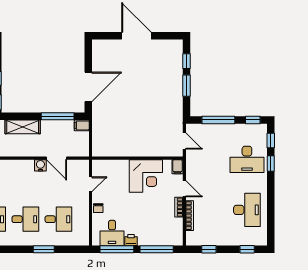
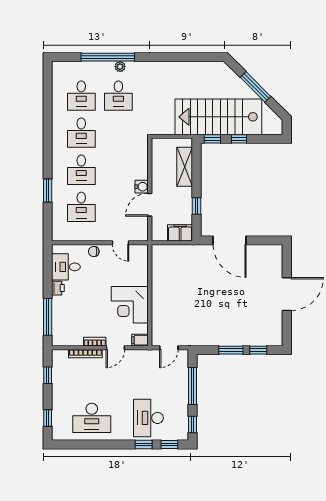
window: (58, 116) -> (197, 206), width x0.46
filing cabinet: (82, 125) -> (180, 233), width x2.00
window: (117, 249) -> (48, 272), removed

